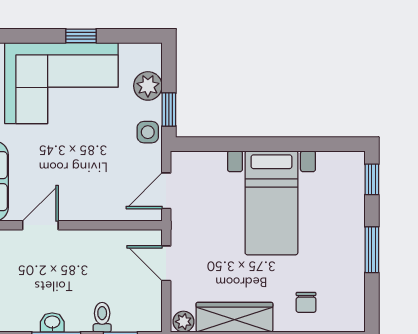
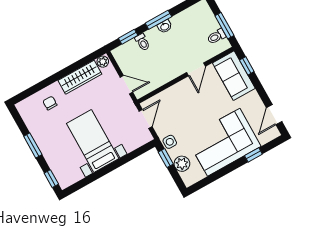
window: (81, 36) -> (253, 155), moved

